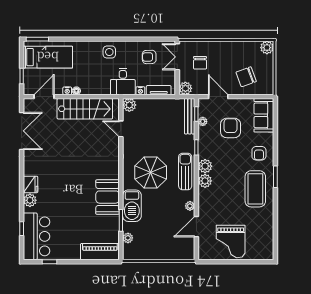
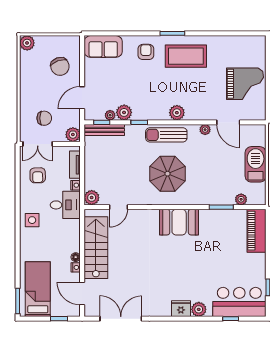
armchair: (231, 128) -> (117, 84), removed
armchair: (259, 153) -> (146, 52), turned -90
plant: (205, 166) -> (124, 112), moved
booth: (108, 197) -> (179, 222), moved
barbecue: (132, 206) -> (256, 164), moved, turned -90

